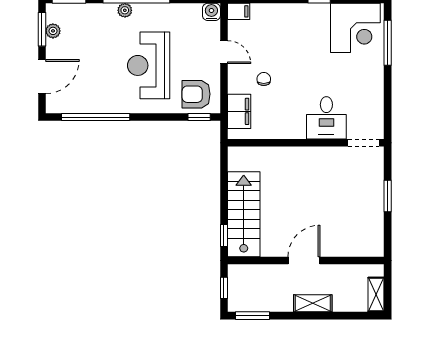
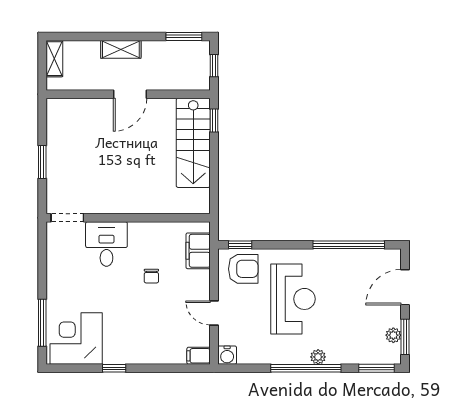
chair: (264, 79) -> (151, 276), moved

